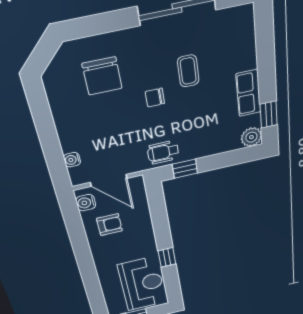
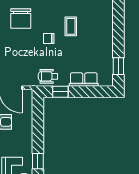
row of seats: (248, 93) -> (84, 80), moved, turned 90
plant: (251, 137) -> (106, 80), removed

